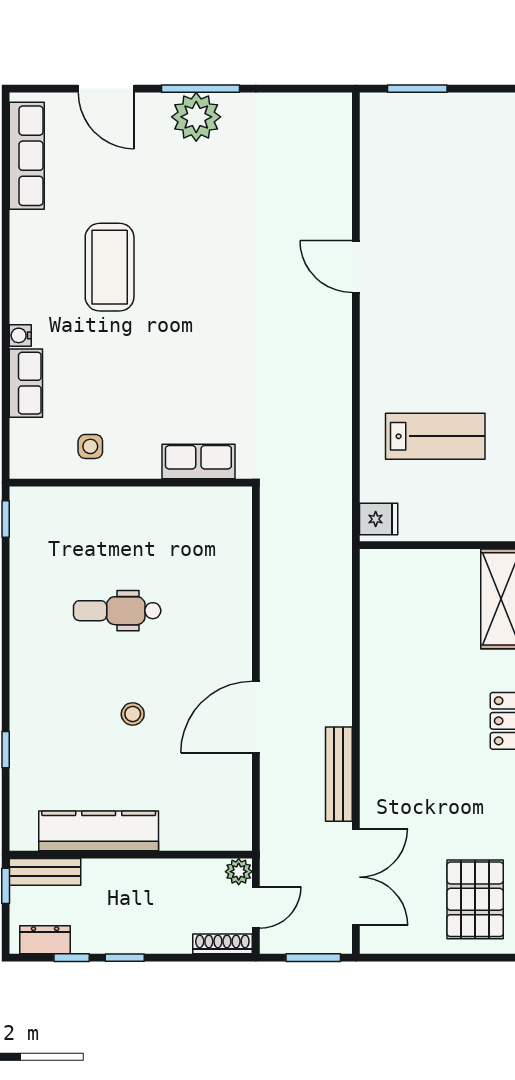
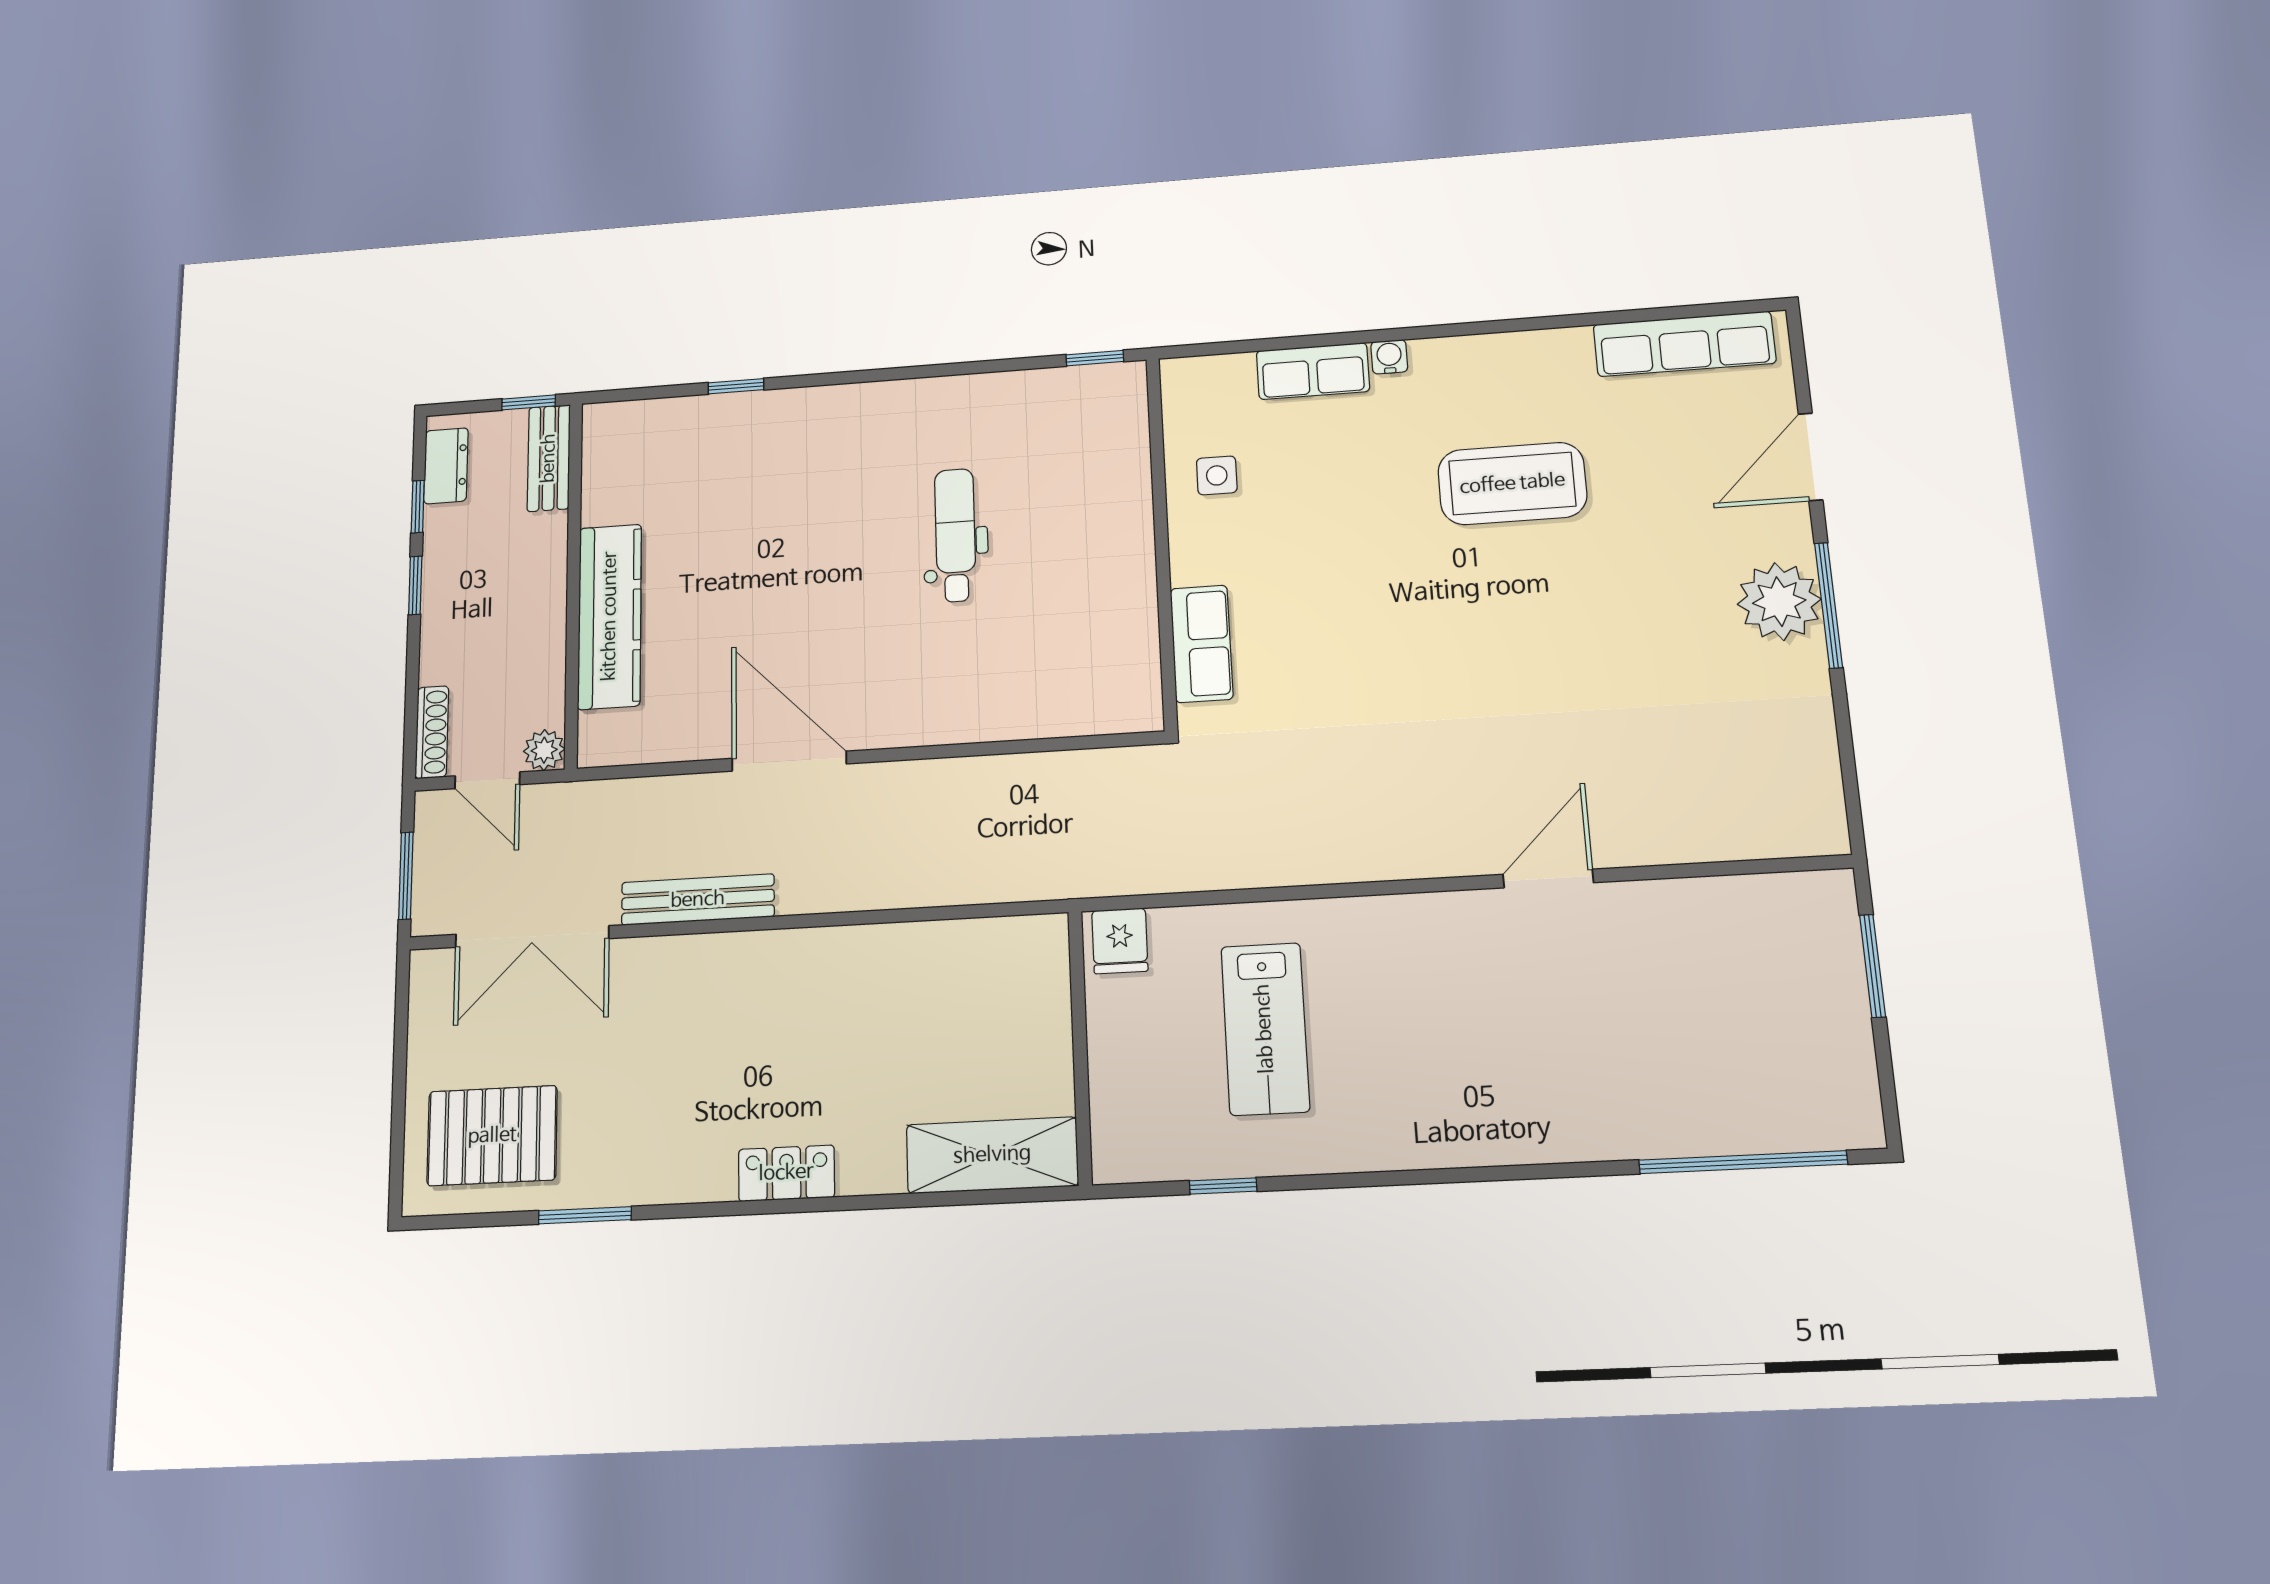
stool: (133, 714) -> (792, 570), removed
kitchen counter: (99, 831) -> (610, 616), moved

